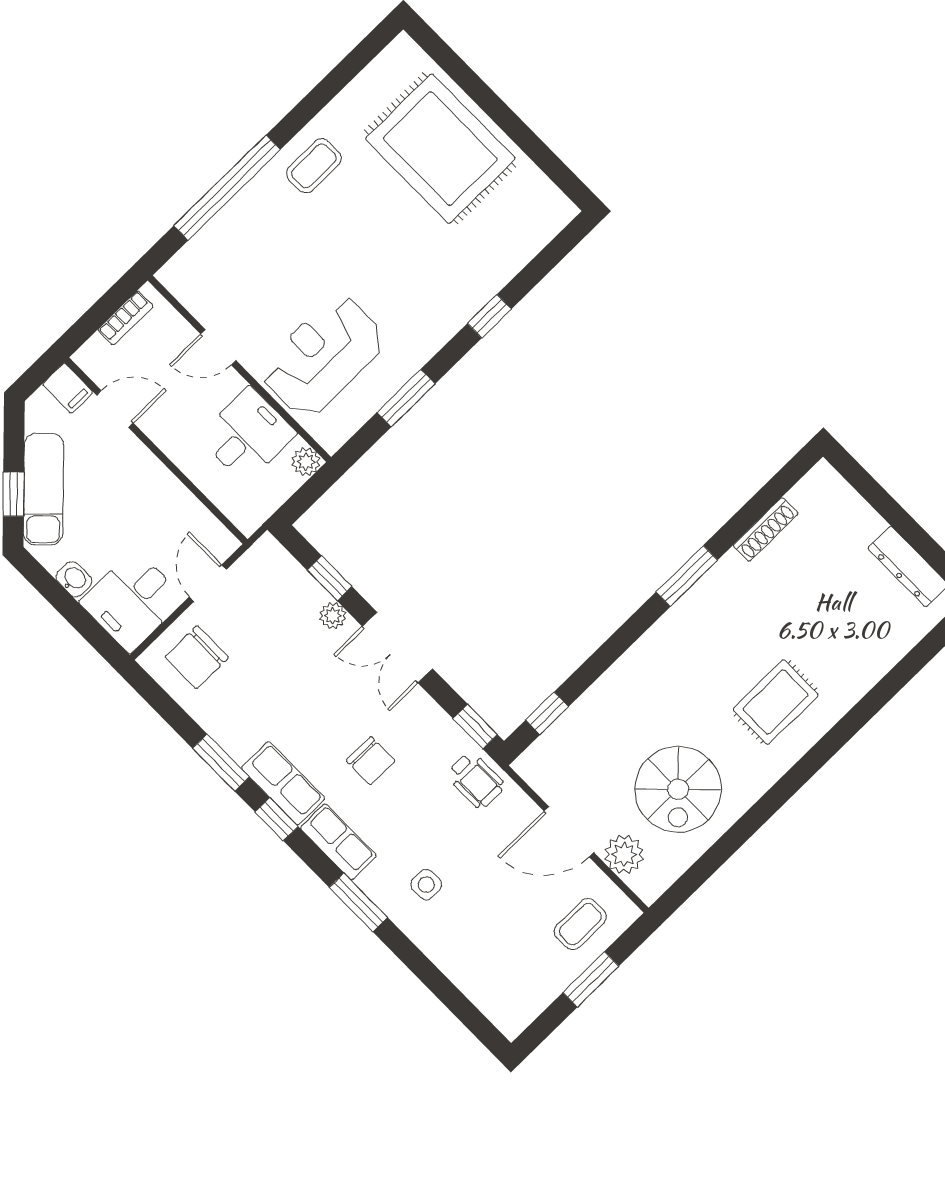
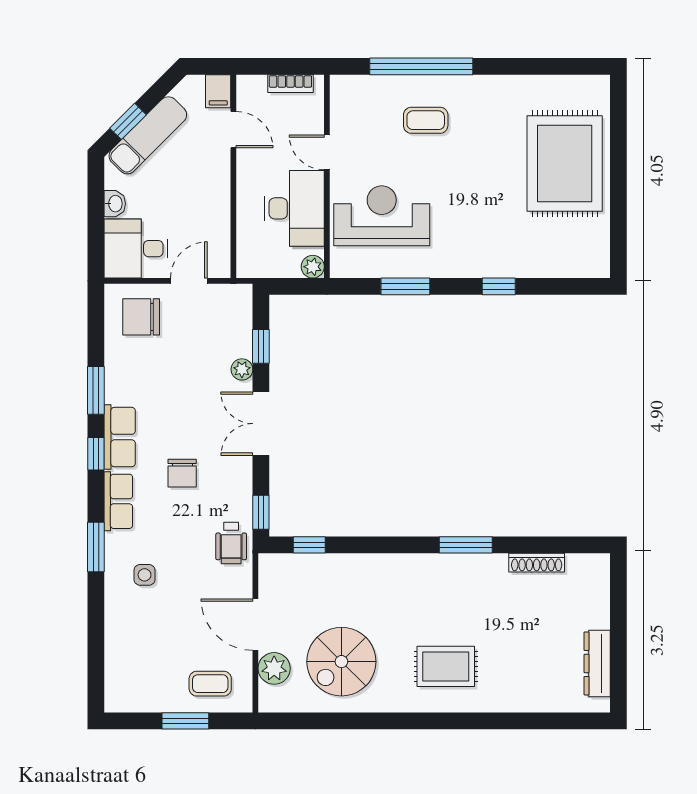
coffee table: (314, 166) -> (426, 120), moved
desk: (247, 435) -> (294, 208), width x1.37

